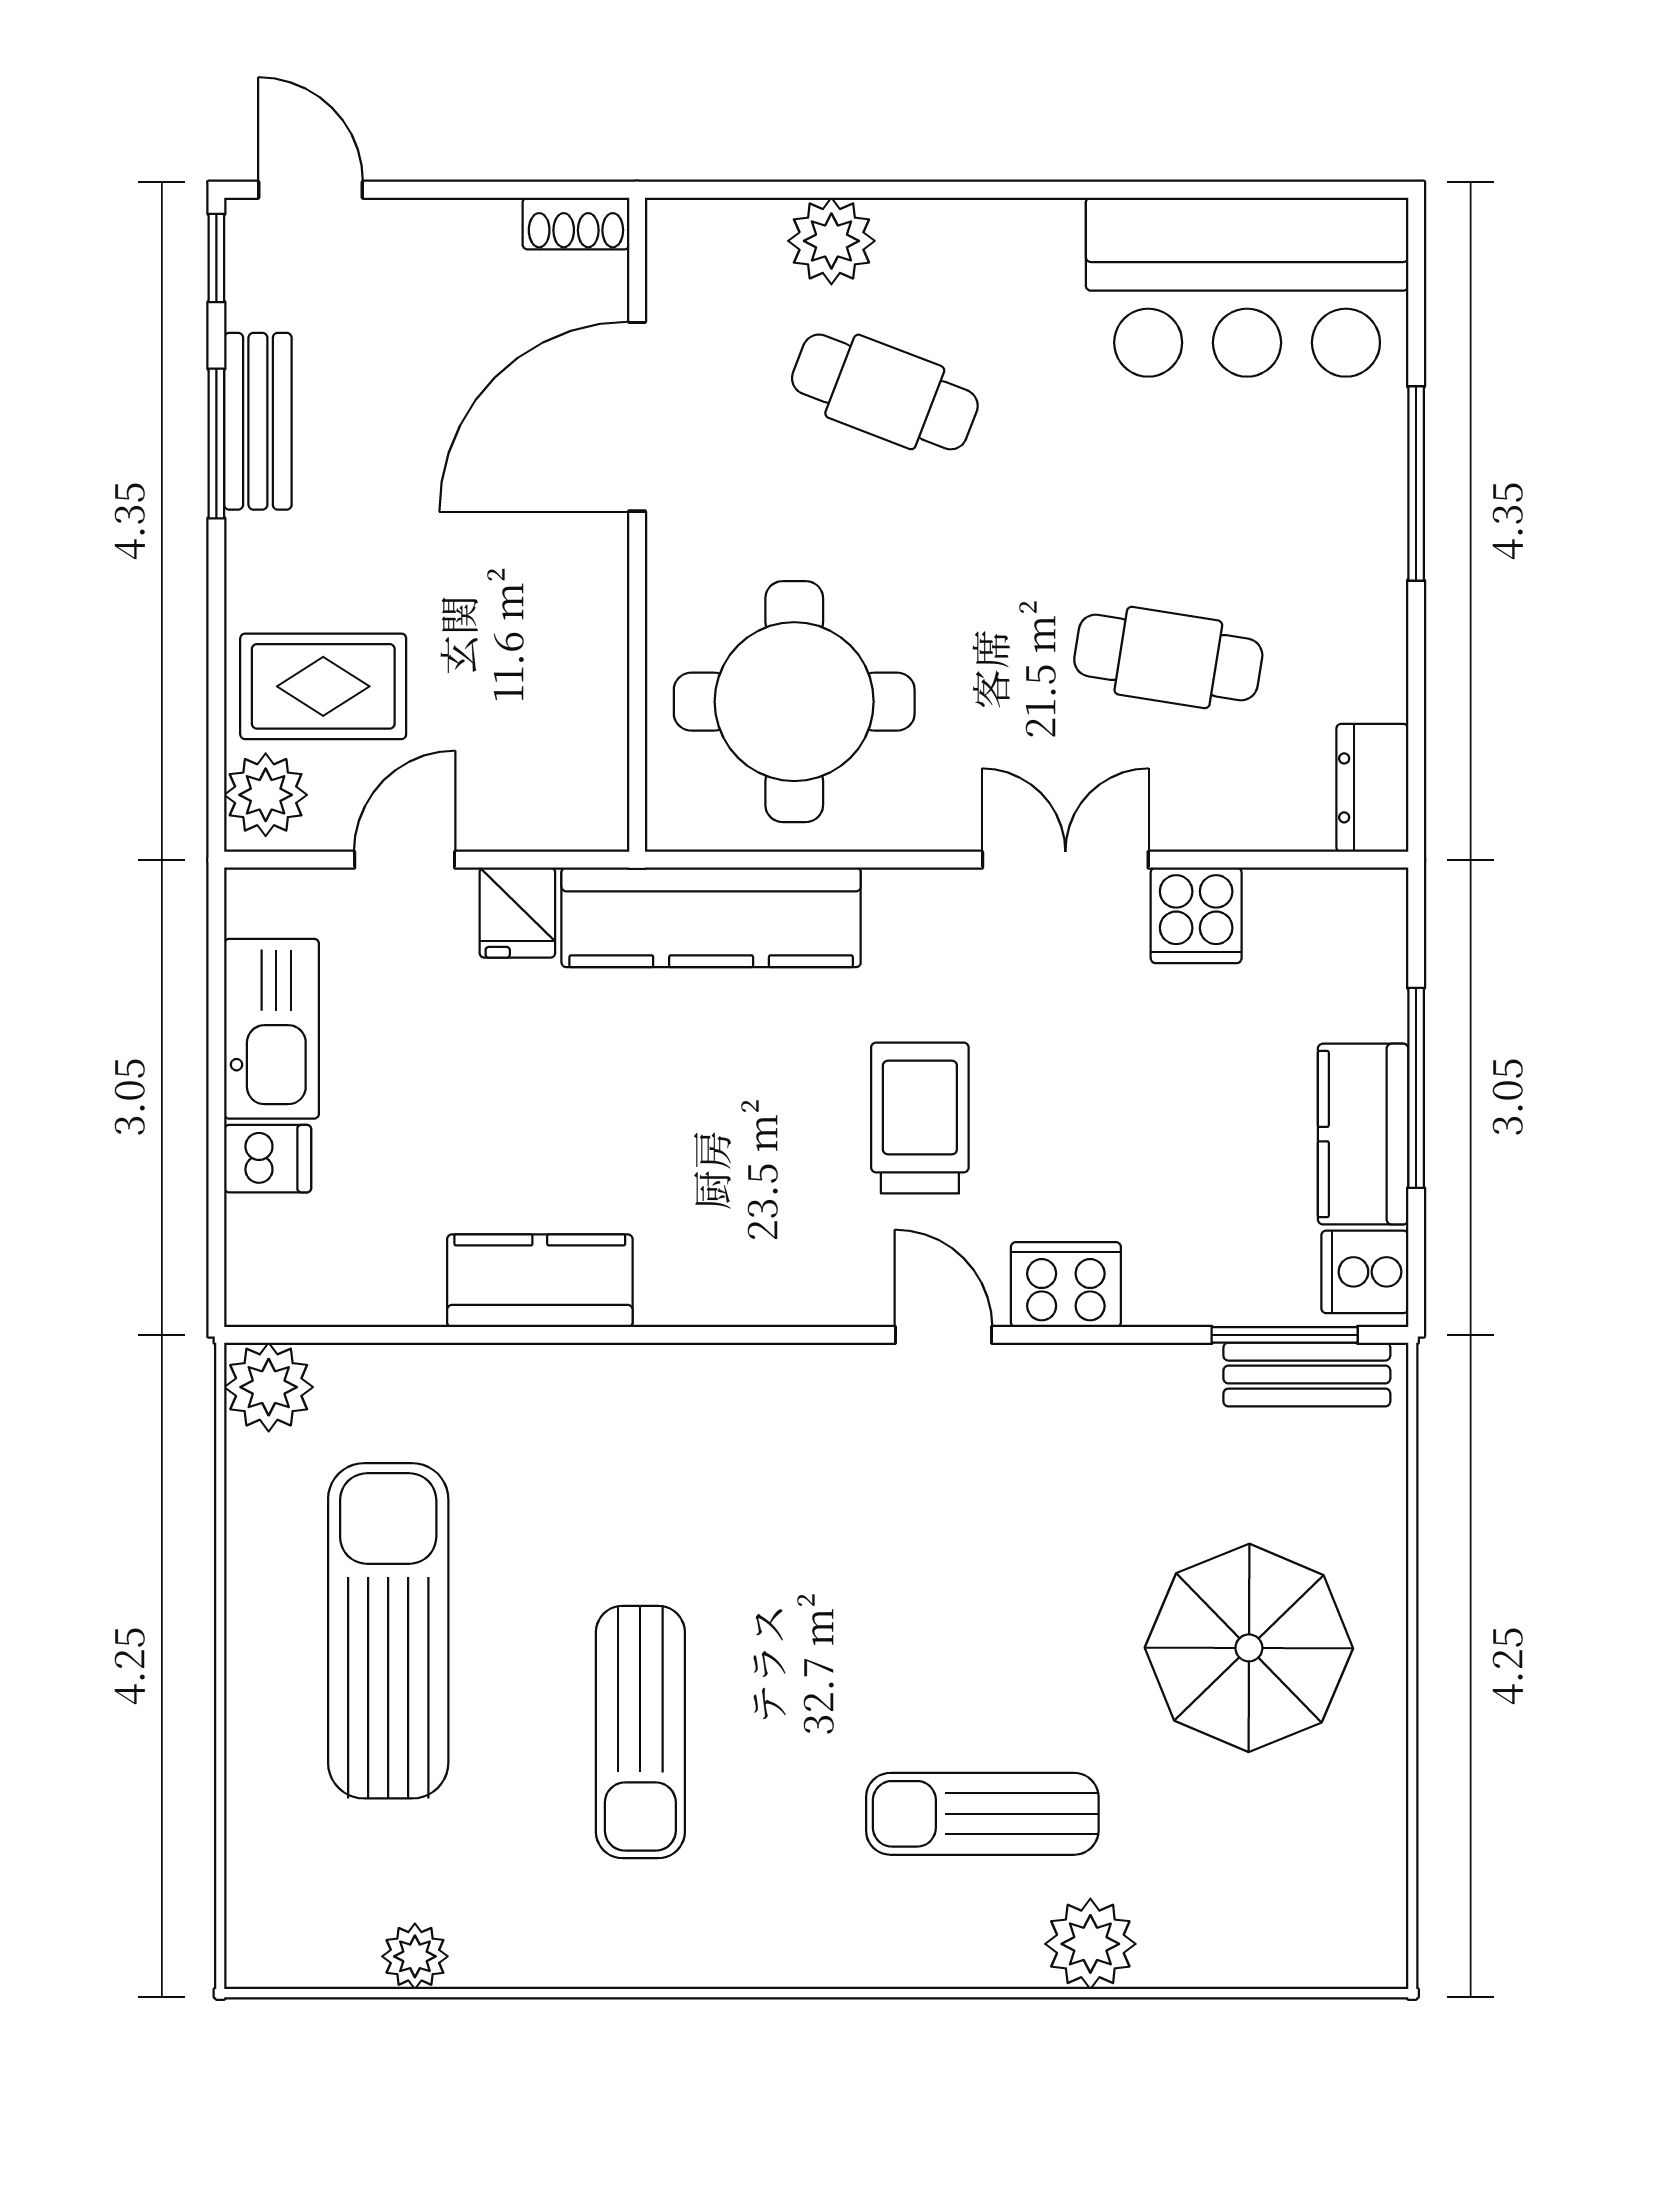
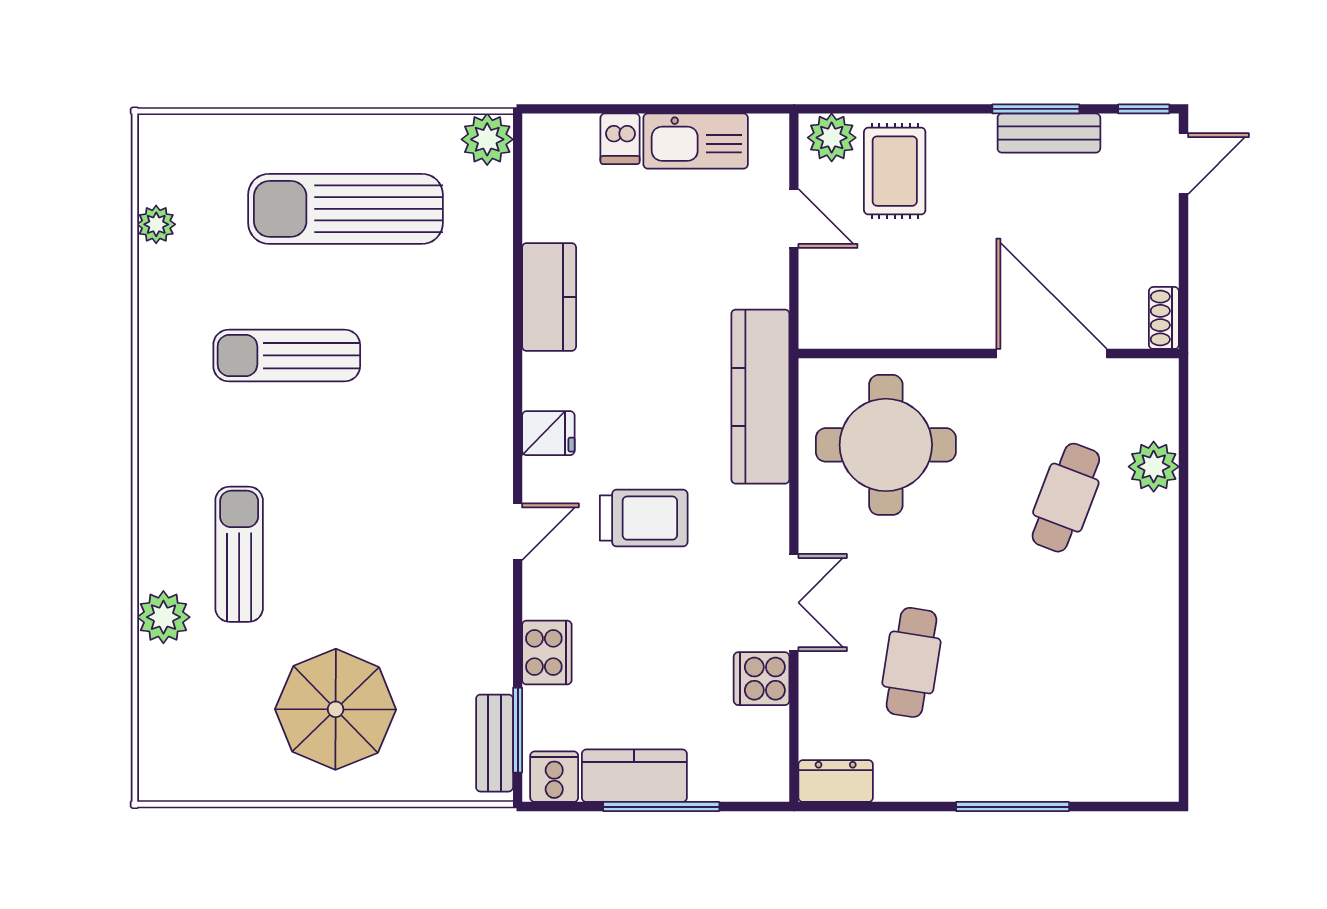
bar counter: (1247, 287) -> (1127, 708), removed
fridge: (517, 913) -> (548, 433), moved, turned 180
cooker: (1066, 1285) -> (547, 653), moved
sun lounger: (388, 1631) -> (345, 209), turned 180

